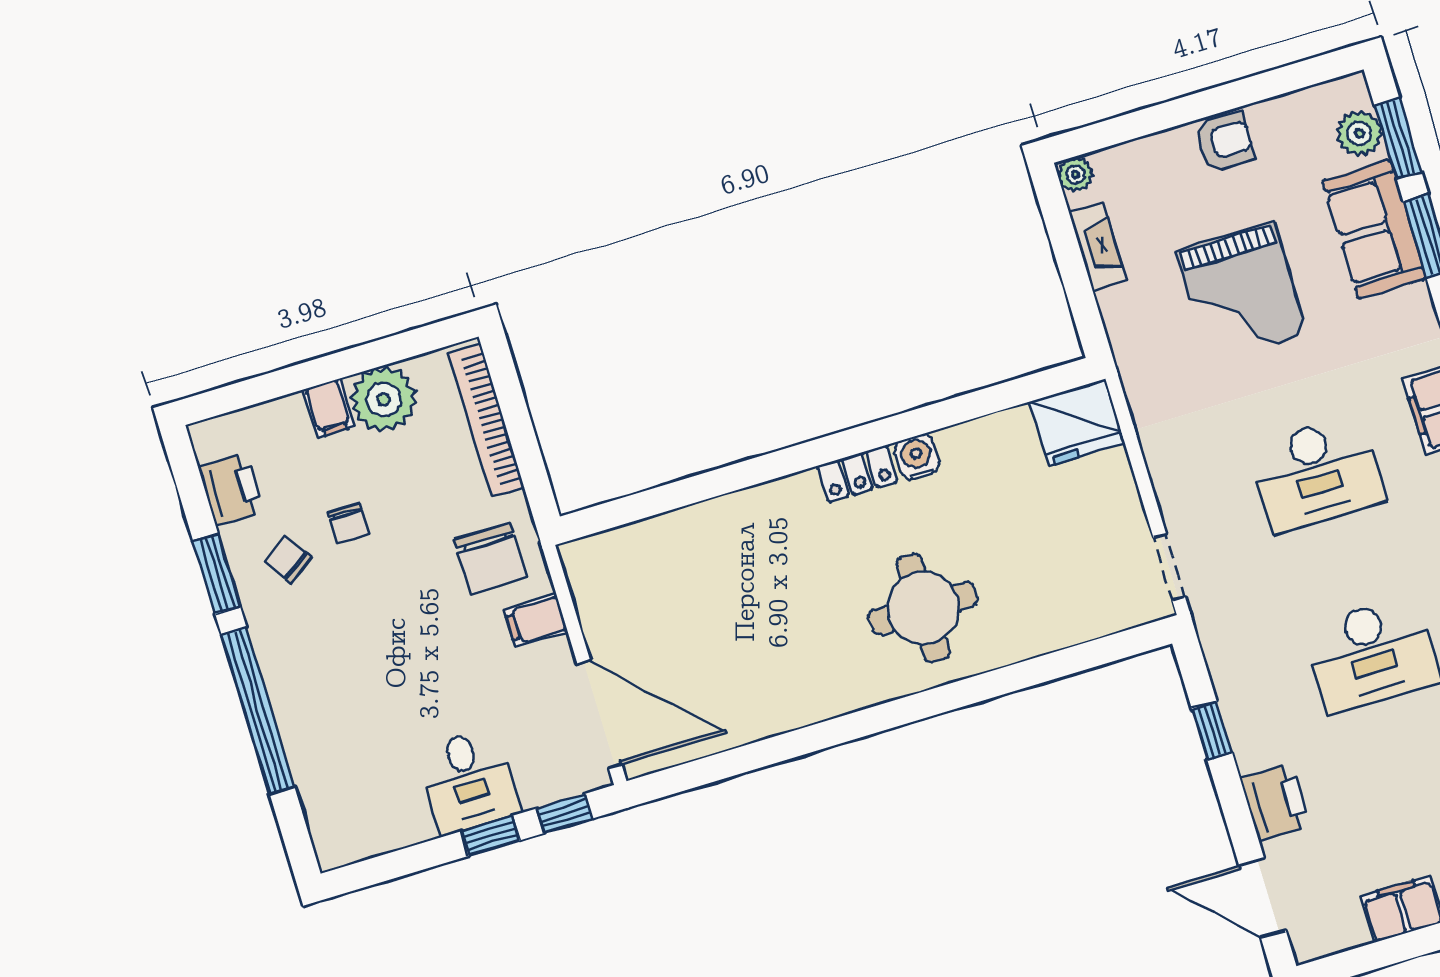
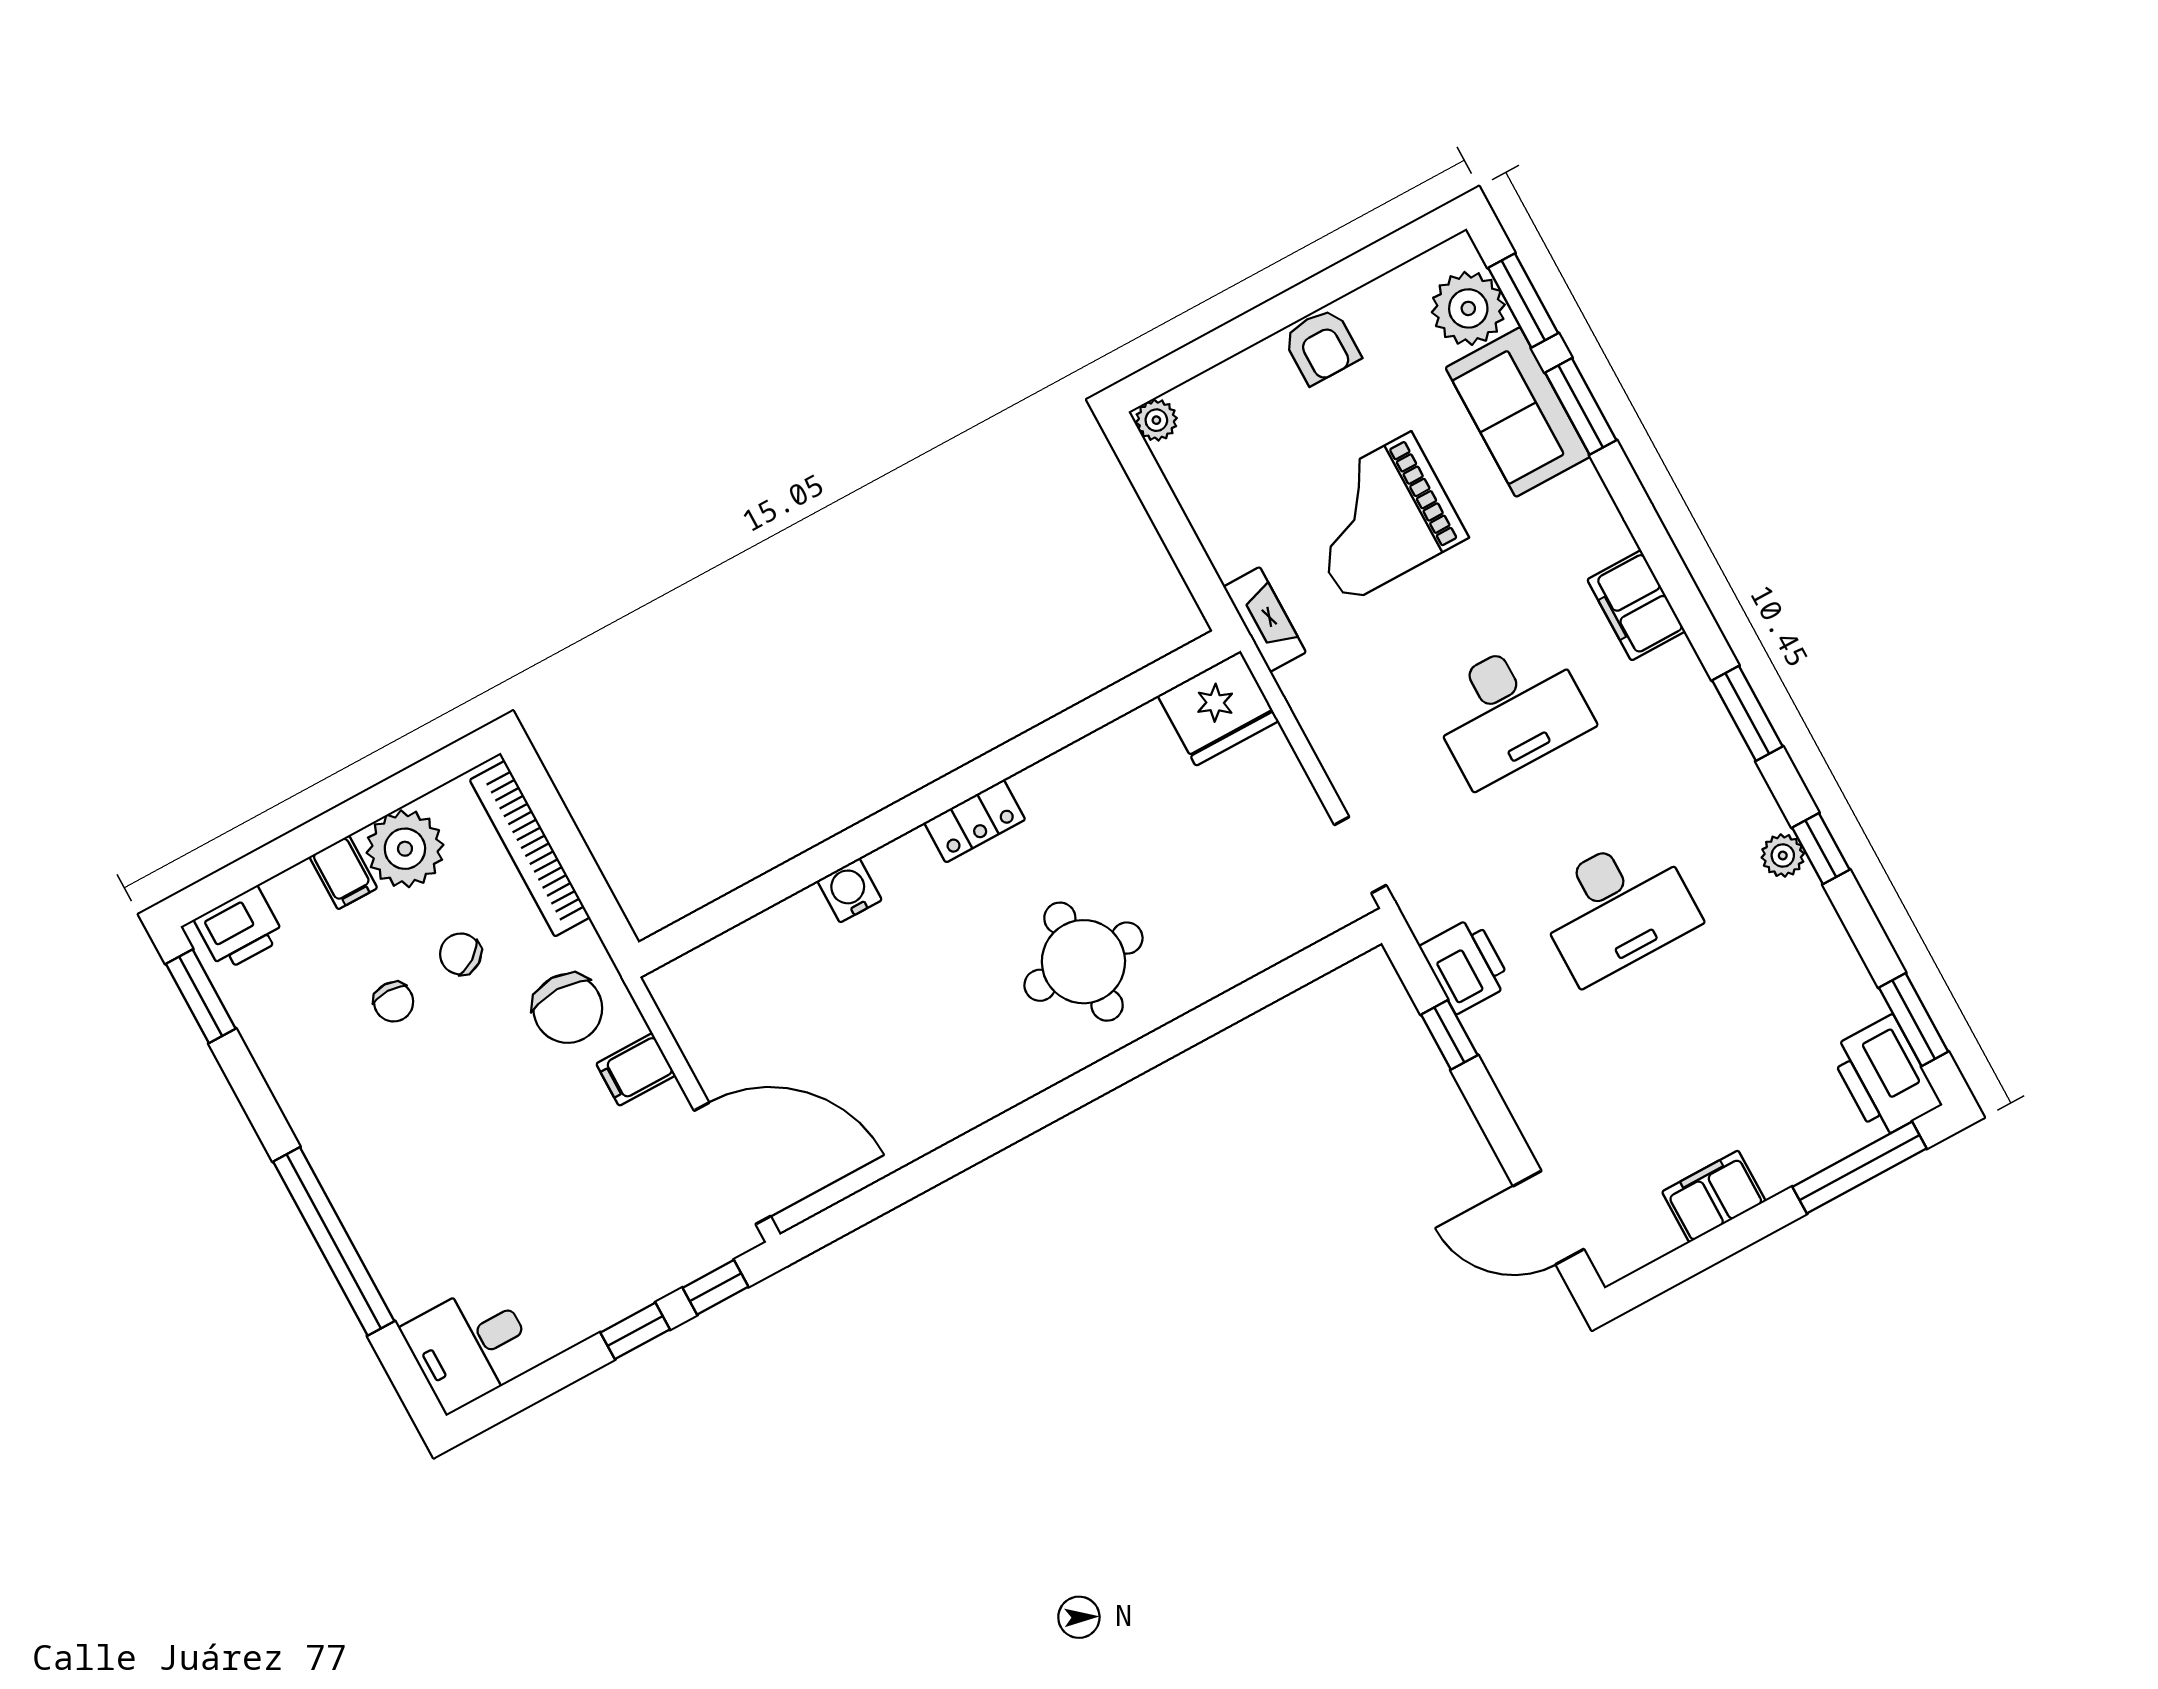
plant: (1359, 133) -> (1468, 308), width x1.36, depth x1.36
armchair: (1224, 142) -> (1322, 346), turned 90
fireplace: (1097, 246) -> (1265, 619), moved
grand piano: (1242, 293) -> (1379, 518), turned 90
water cooler: (917, 457) -> (850, 890), moved
printer: (231, 489) -> (240, 929), moved, turned 90
chair: (288, 559) -> (461, 954), moved
window: (217, 574) -> (201, 996), moved
desk: (469, 781) -> (470, 1346), moved, turned 90
printer: (1275, 802) -> (1466, 965), moved

